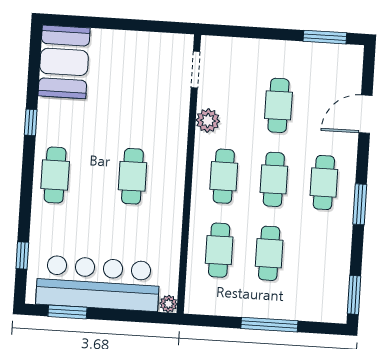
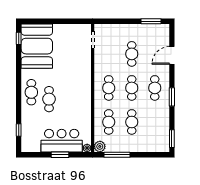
booth: (64, 62) -> (37, 46), width x1.36, depth x1.42
plant: (208, 121) -> (100, 146), moved
window: (31, 122) -> (19, 38), moved
cafe table: (132, 176) -> (49, 99), moved
bar counter: (98, 283) -> (62, 141), width x0.73
window: (67, 312) -> (60, 155), moved
window: (269, 325) -> (117, 155), moved

